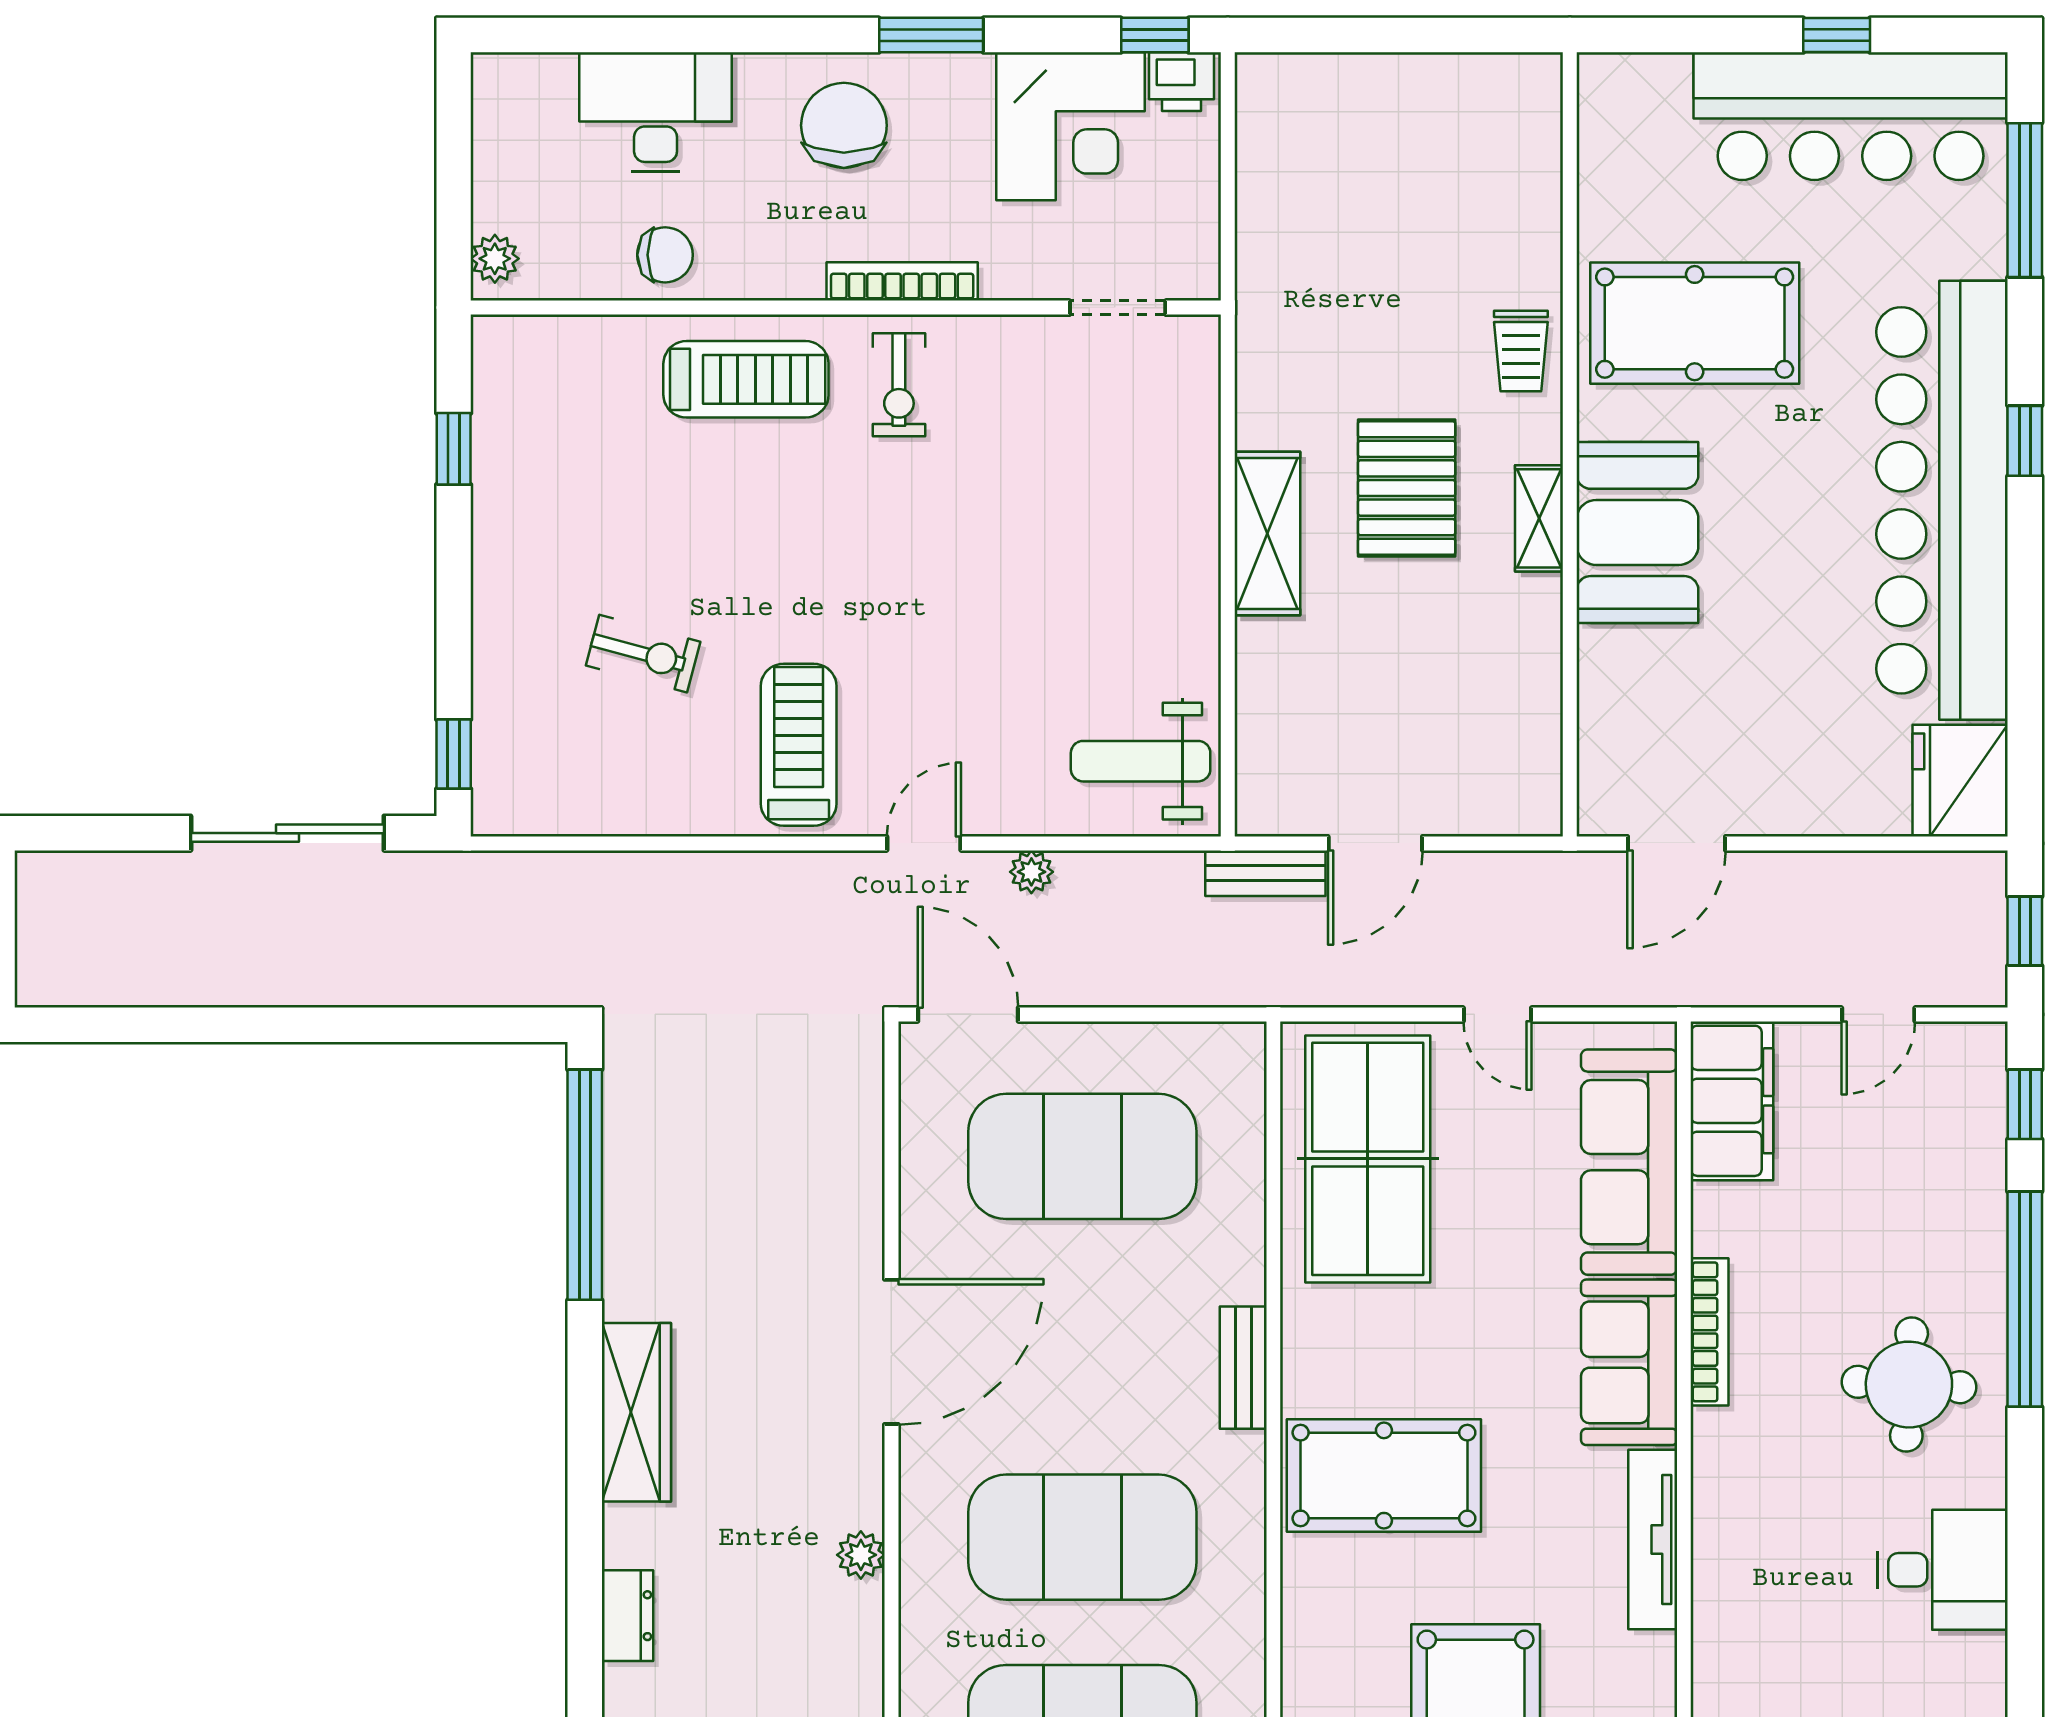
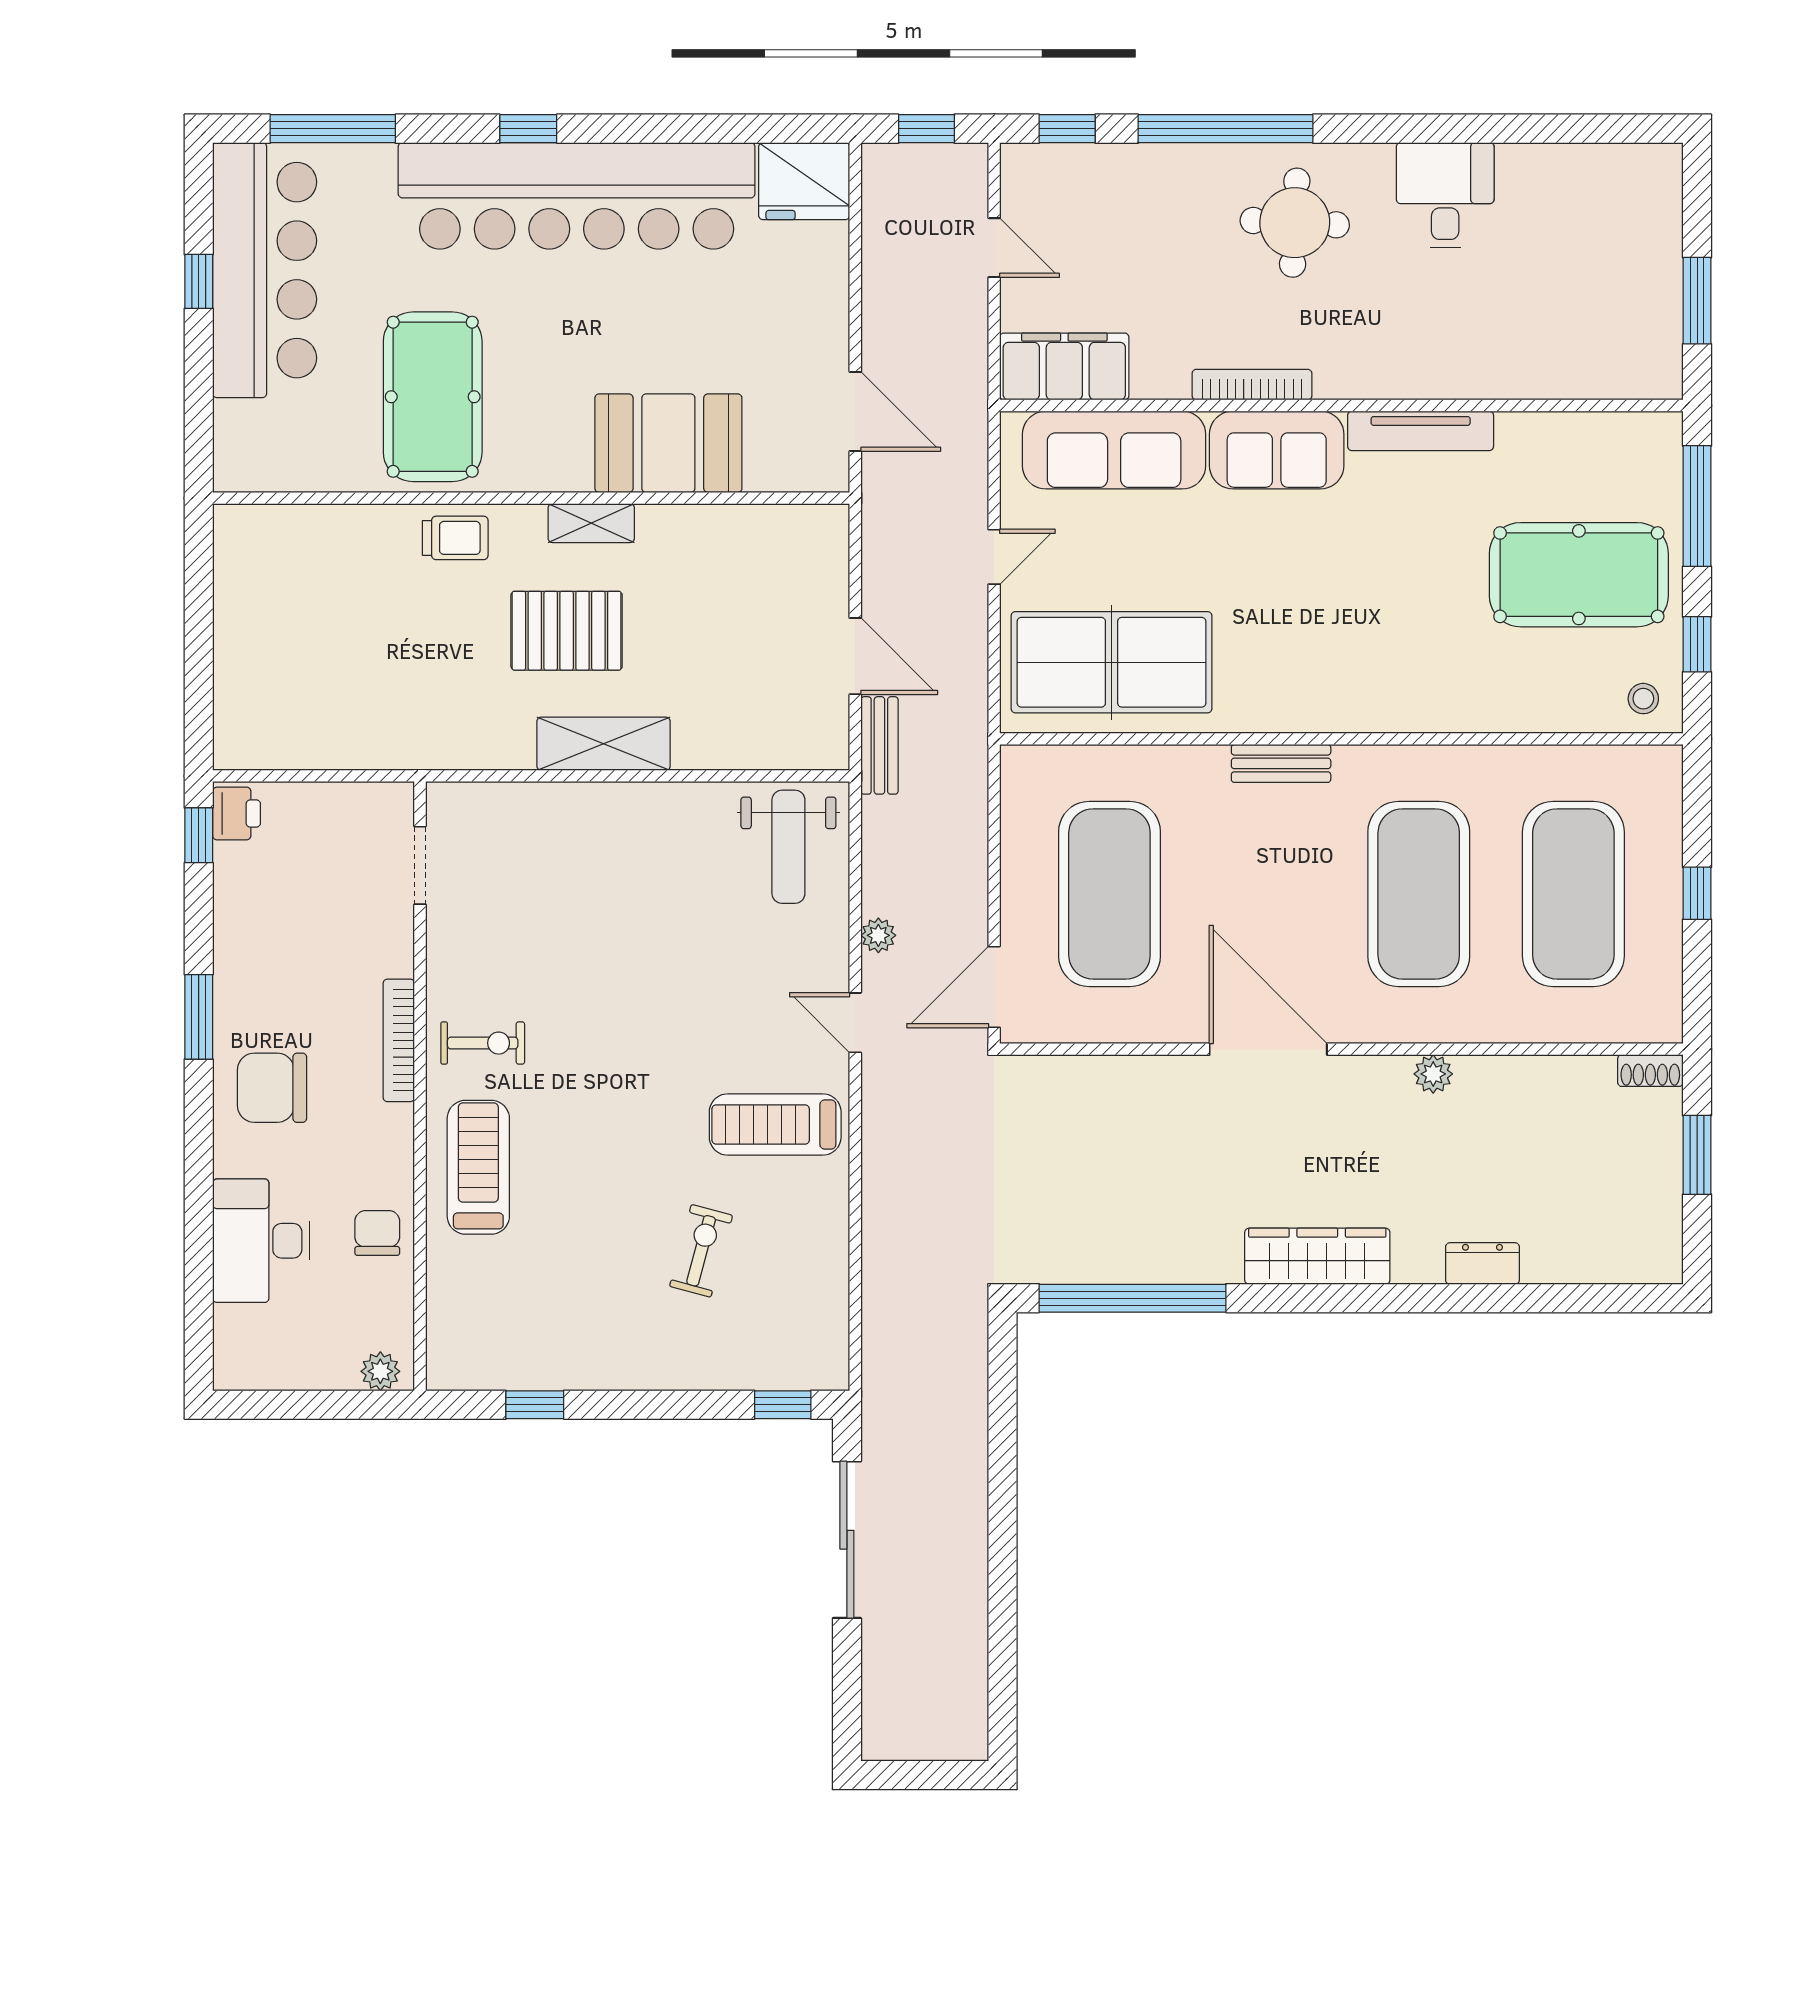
corner desk: (1070, 126) -> (273, 904), removed
booth: (1637, 532) -> (668, 443), moved
pool table: (1384, 1476) -> (1369, 649), removed

